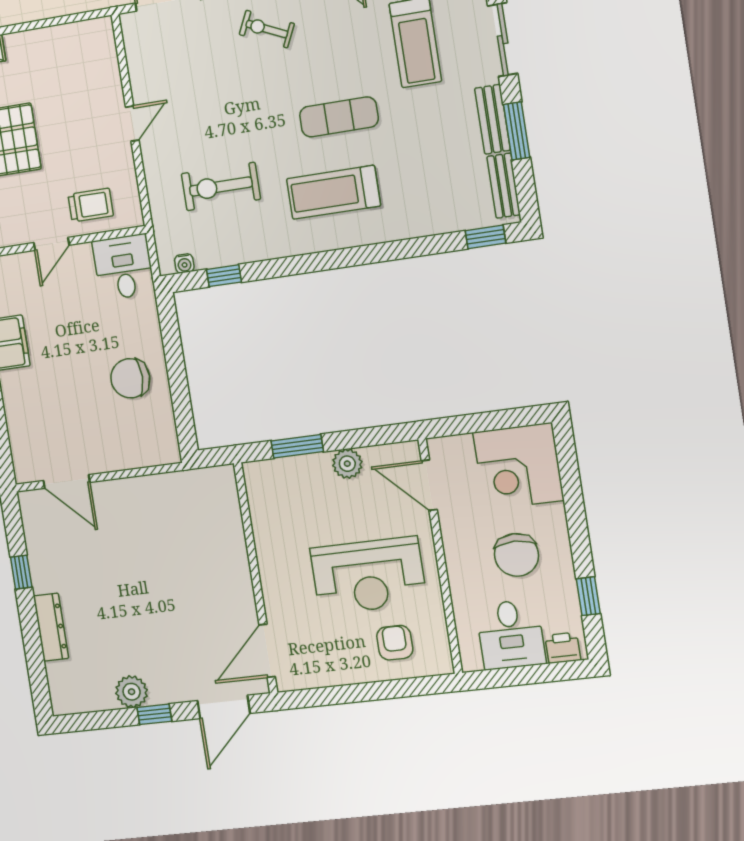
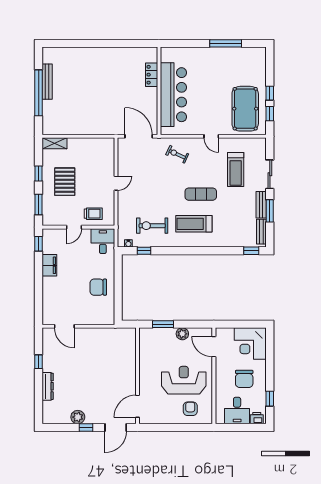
exercise bike: (221, 186) -> (152, 226), moved
reception desk: (368, 576) -> (184, 380), turned 180

